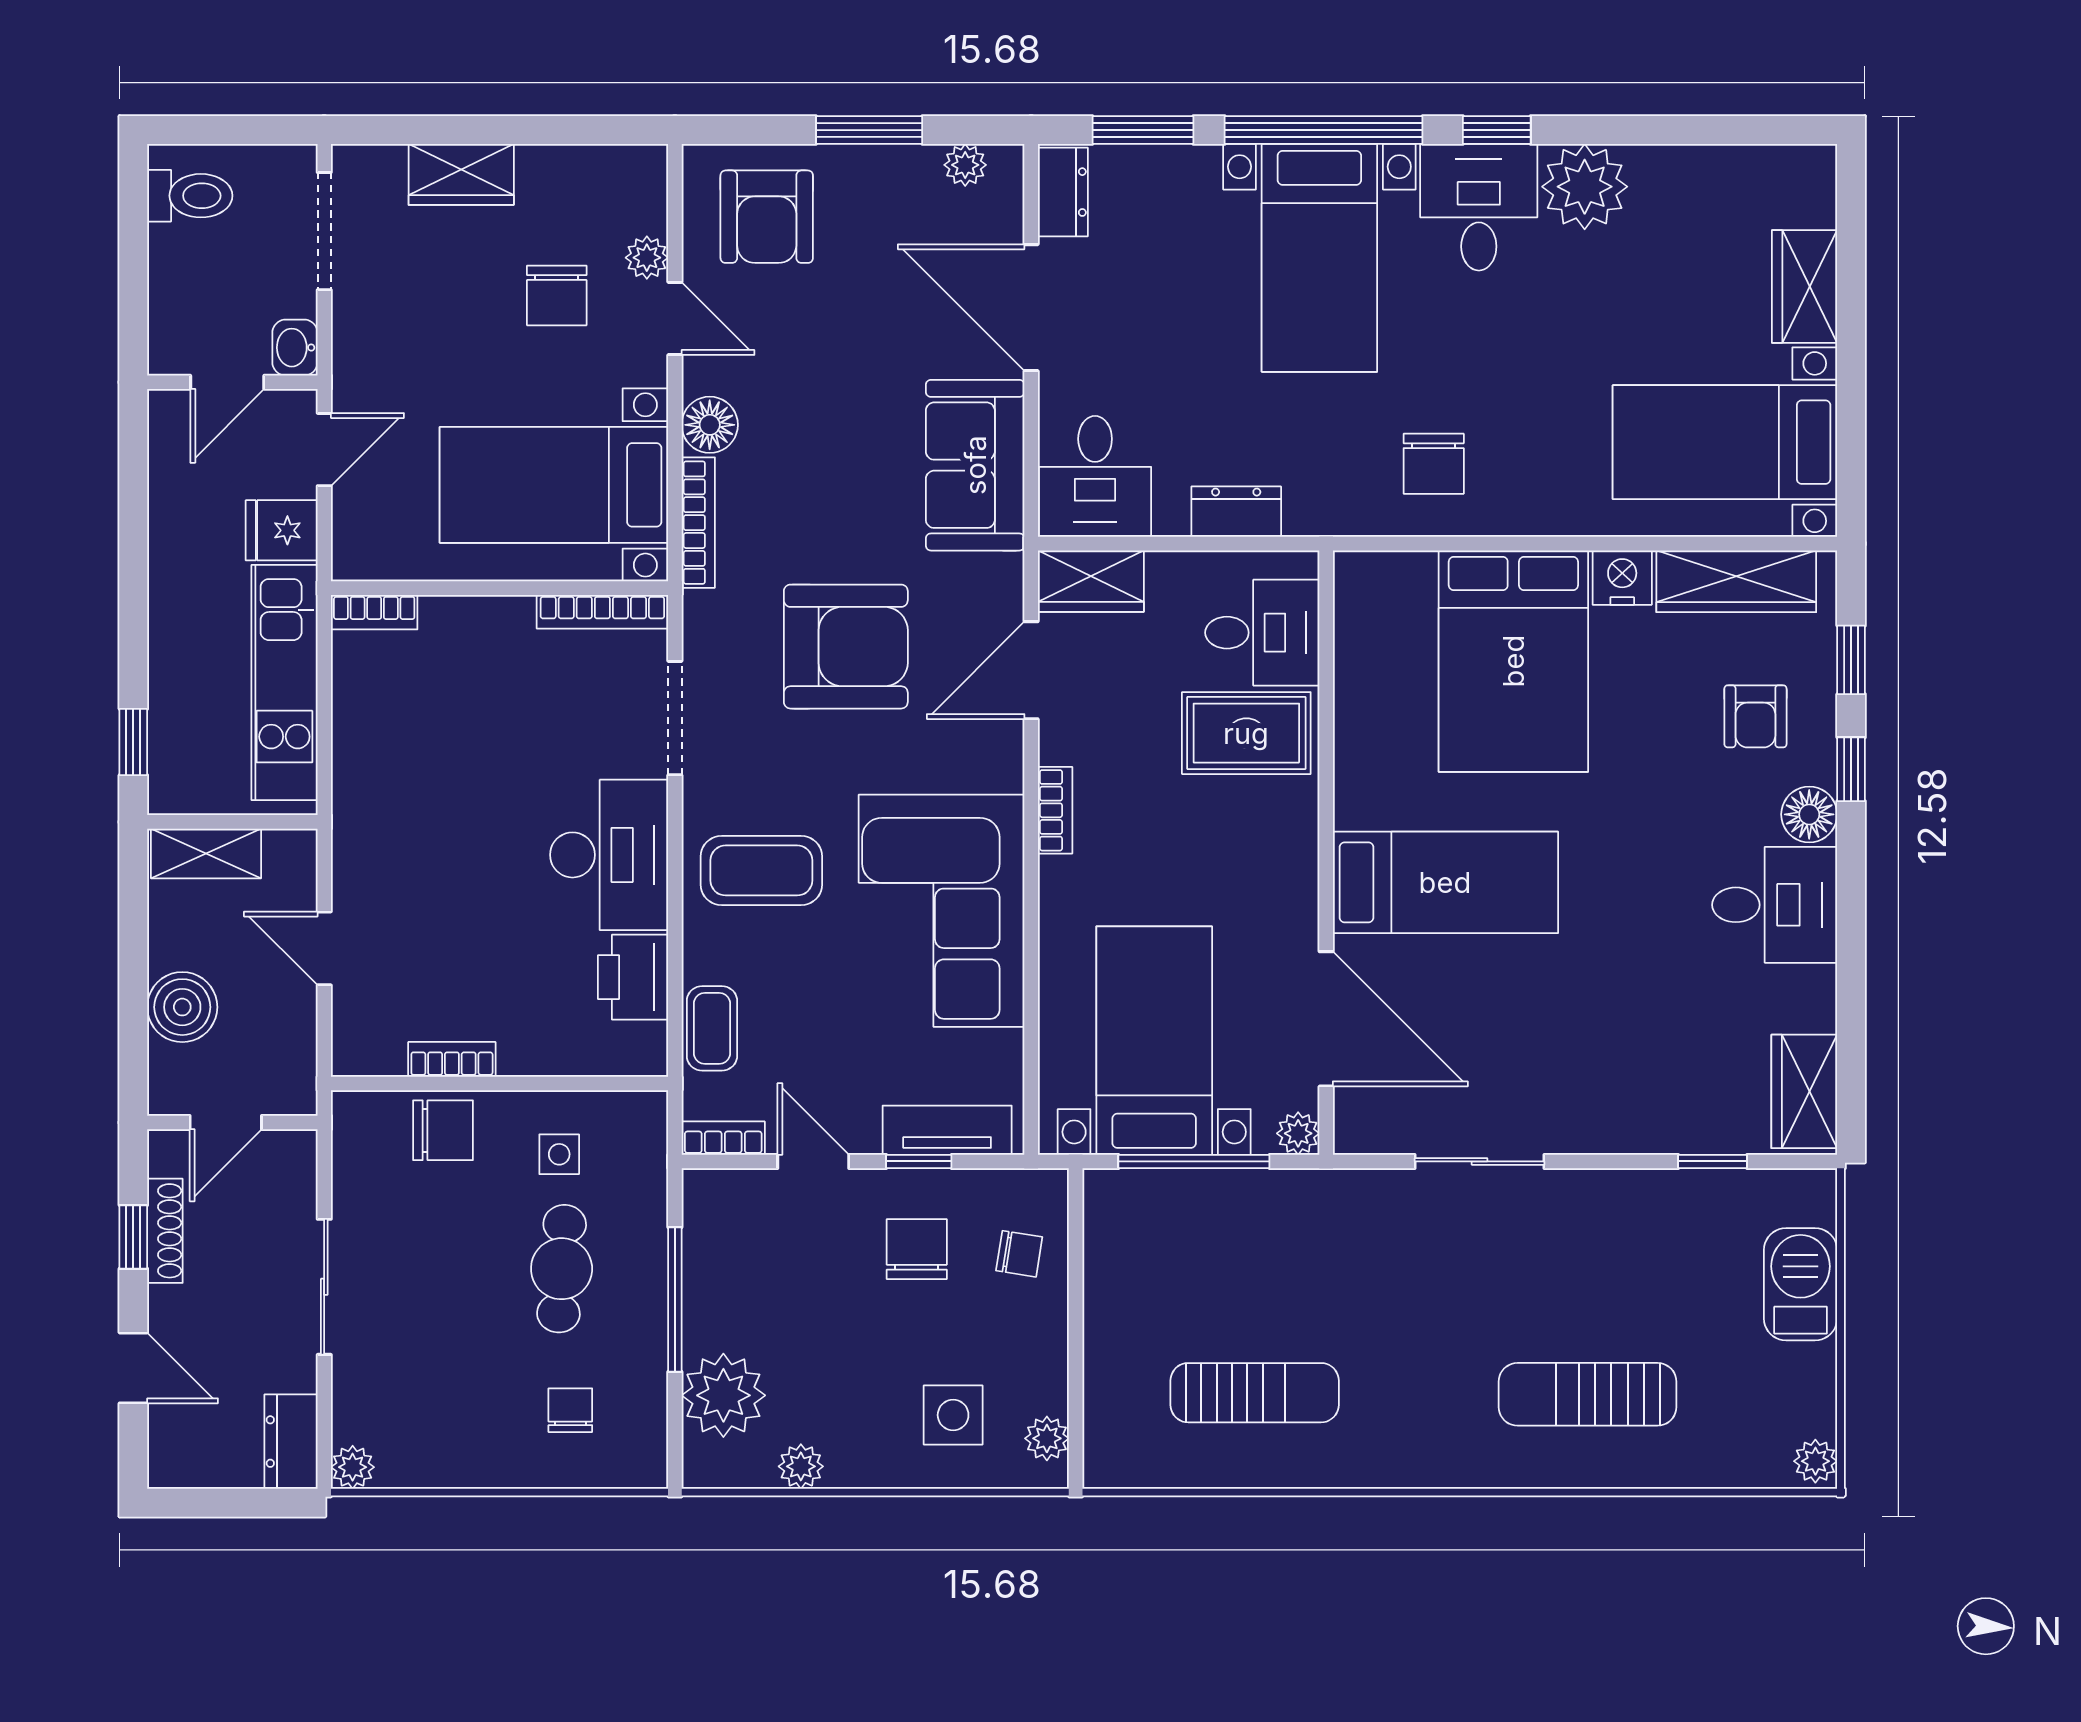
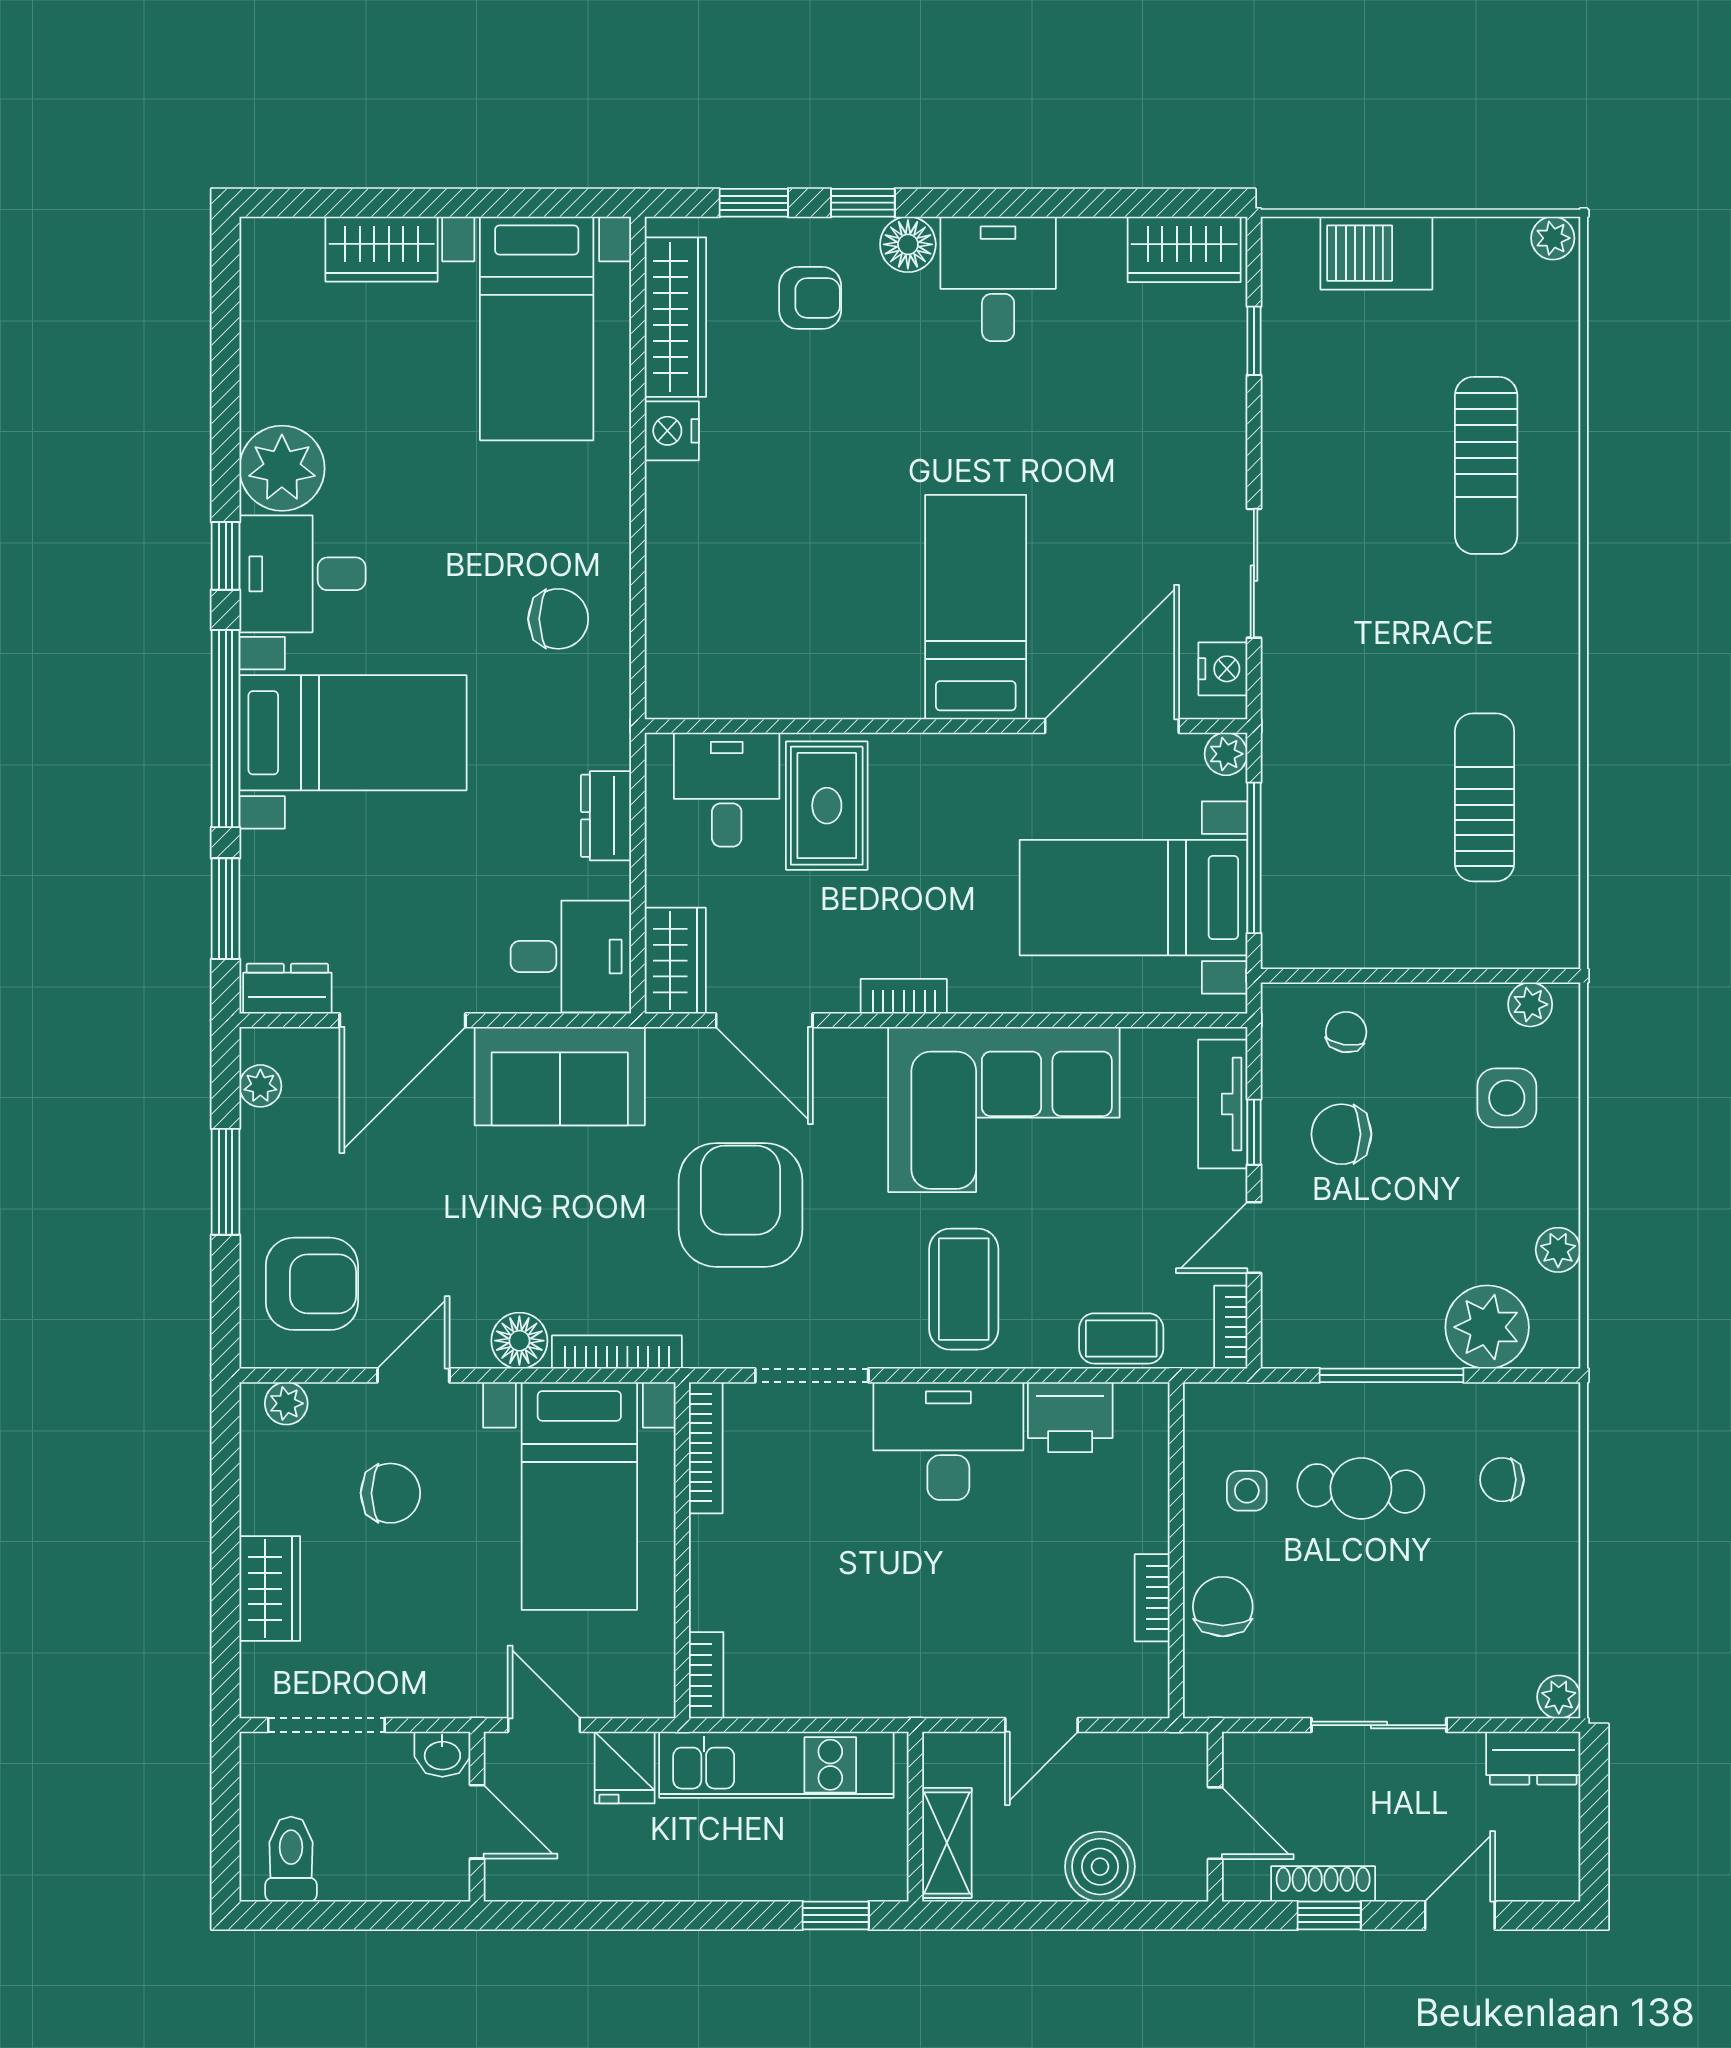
plant: (647, 258) -> (286, 1403), moved
bed: (1513, 661) -> (755, 539), removed
nightstand: (1384, 1130) -> (1223, 669), added

